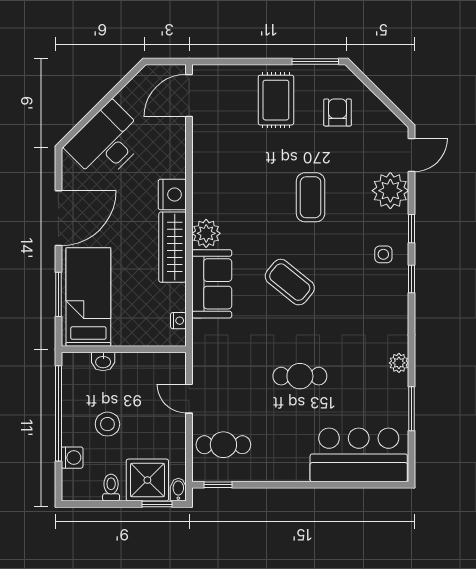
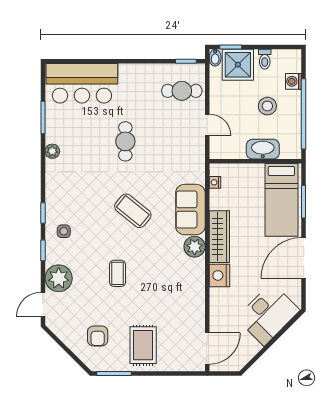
coffee table: (311, 197) -> (117, 273), width x0.73, depth x0.77
washbasin: (103, 362) -> (263, 149), width x1.91, depth x1.45
cafe table: (300, 376) -> (125, 141), turned 90

